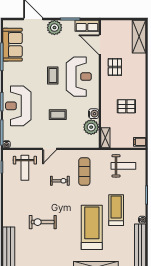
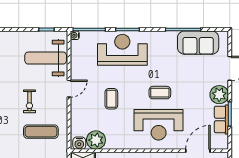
row of seats: (87, 26) -> (221, 119), moved
water cooler: (94, 114) -> (79, 143), moved
door: (50, 149) -> (69, 89), swing flipped
weight bench: (25, 168) -> (46, 58), width x1.36, depth x1.33

